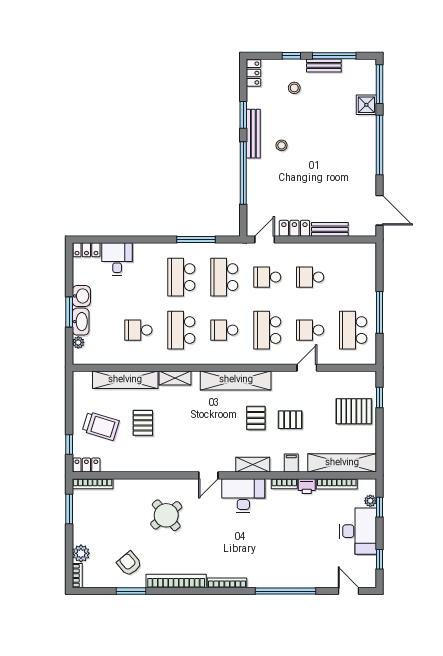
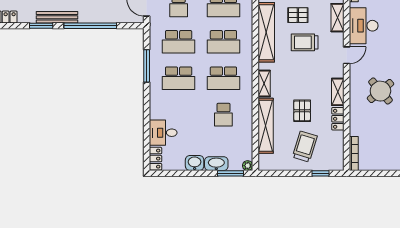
window: (69, 312) -> (230, 173), moved
school desk: (224, 330) -> (223, 42), width x1.85
plant: (78, 342) -> (248, 166), moved
pallet: (143, 423) -> (302, 111), turned 90
trolley: (224, 426) -> (305, 42), added
locker: (86, 465) -> (338, 119), moved
shelving: (165, 465) -> (338, 92), added
door: (208, 475) -> (347, 55), hinge flipped
window: (69, 509) -> (375, 173), removed

